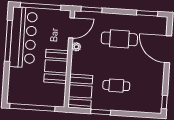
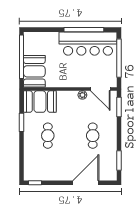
cafe table: (119, 39) -> (93, 136), width x0.73, depth x0.74
booth: (56, 66) -> (34, 71), moved, turned 90

